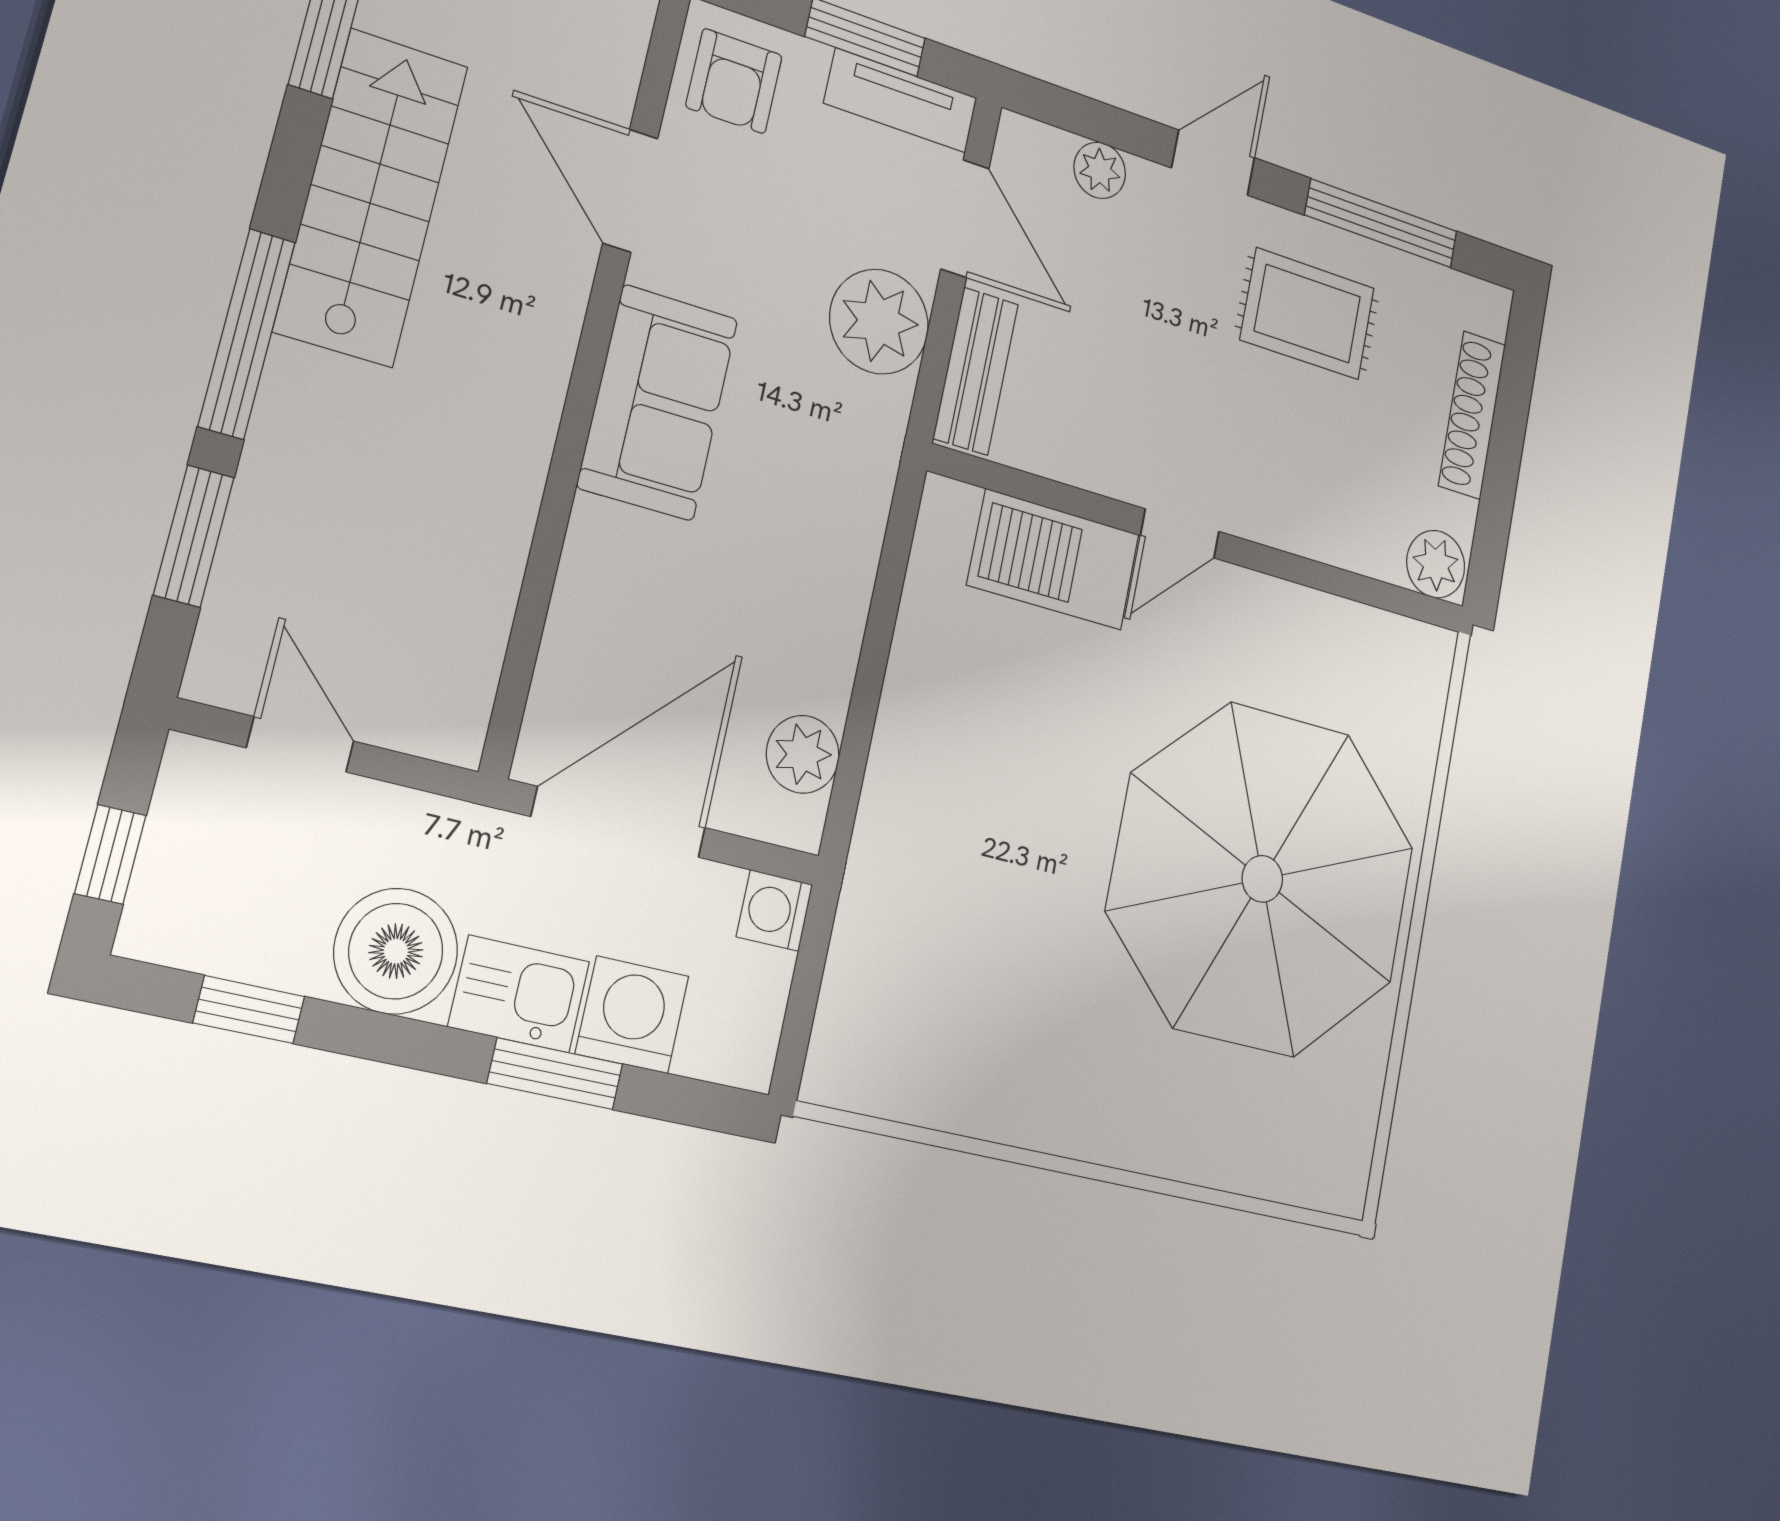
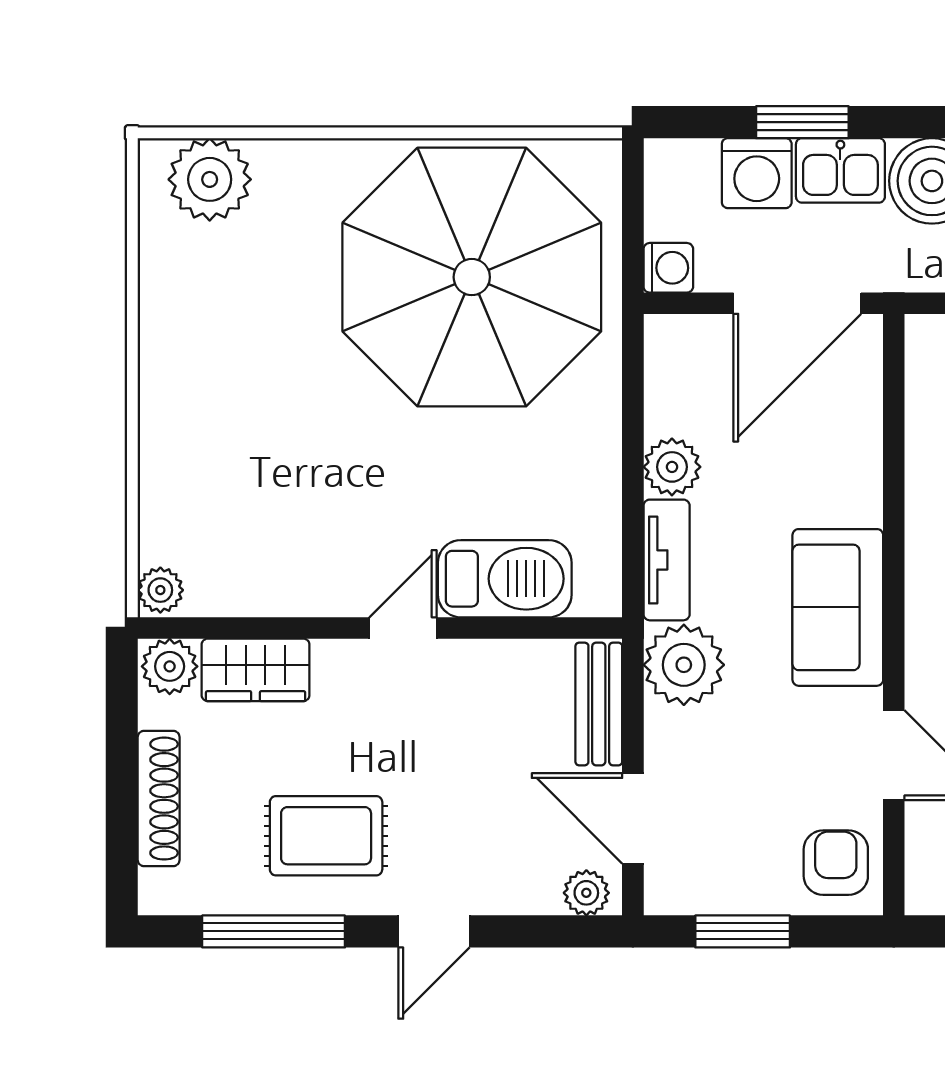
tv unit: (901, 100) -> (667, 560), moved, turned 90
plant: (1100, 170) -> (586, 893), moved
plant: (879, 322) -> (684, 665), moved
wardrobe: (1347, 532) -> (256, 670), added
plant: (1430, 657) -> (160, 590), added
plant: (803, 754) -> (672, 467), moved
parasol: (1262, 879) -> (472, 277), moved
plant: (1293, 1151) -> (210, 179), added

